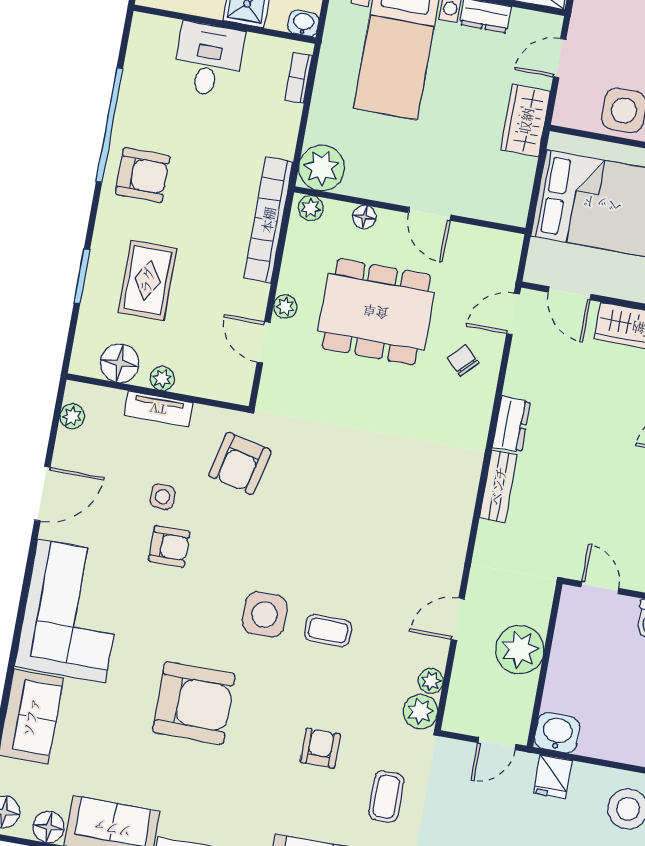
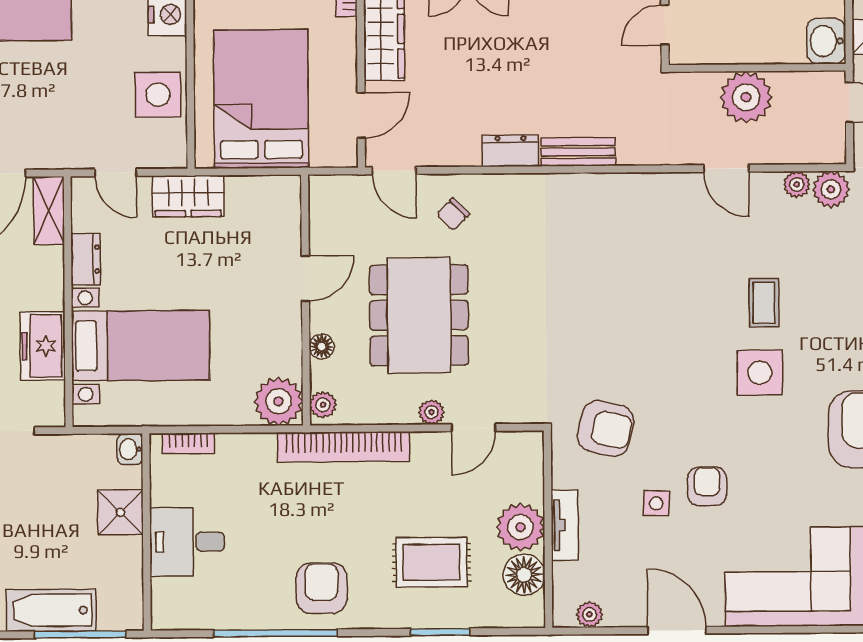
plant: (162, 378) -> (520, 527), width x1.87, depth x1.87

